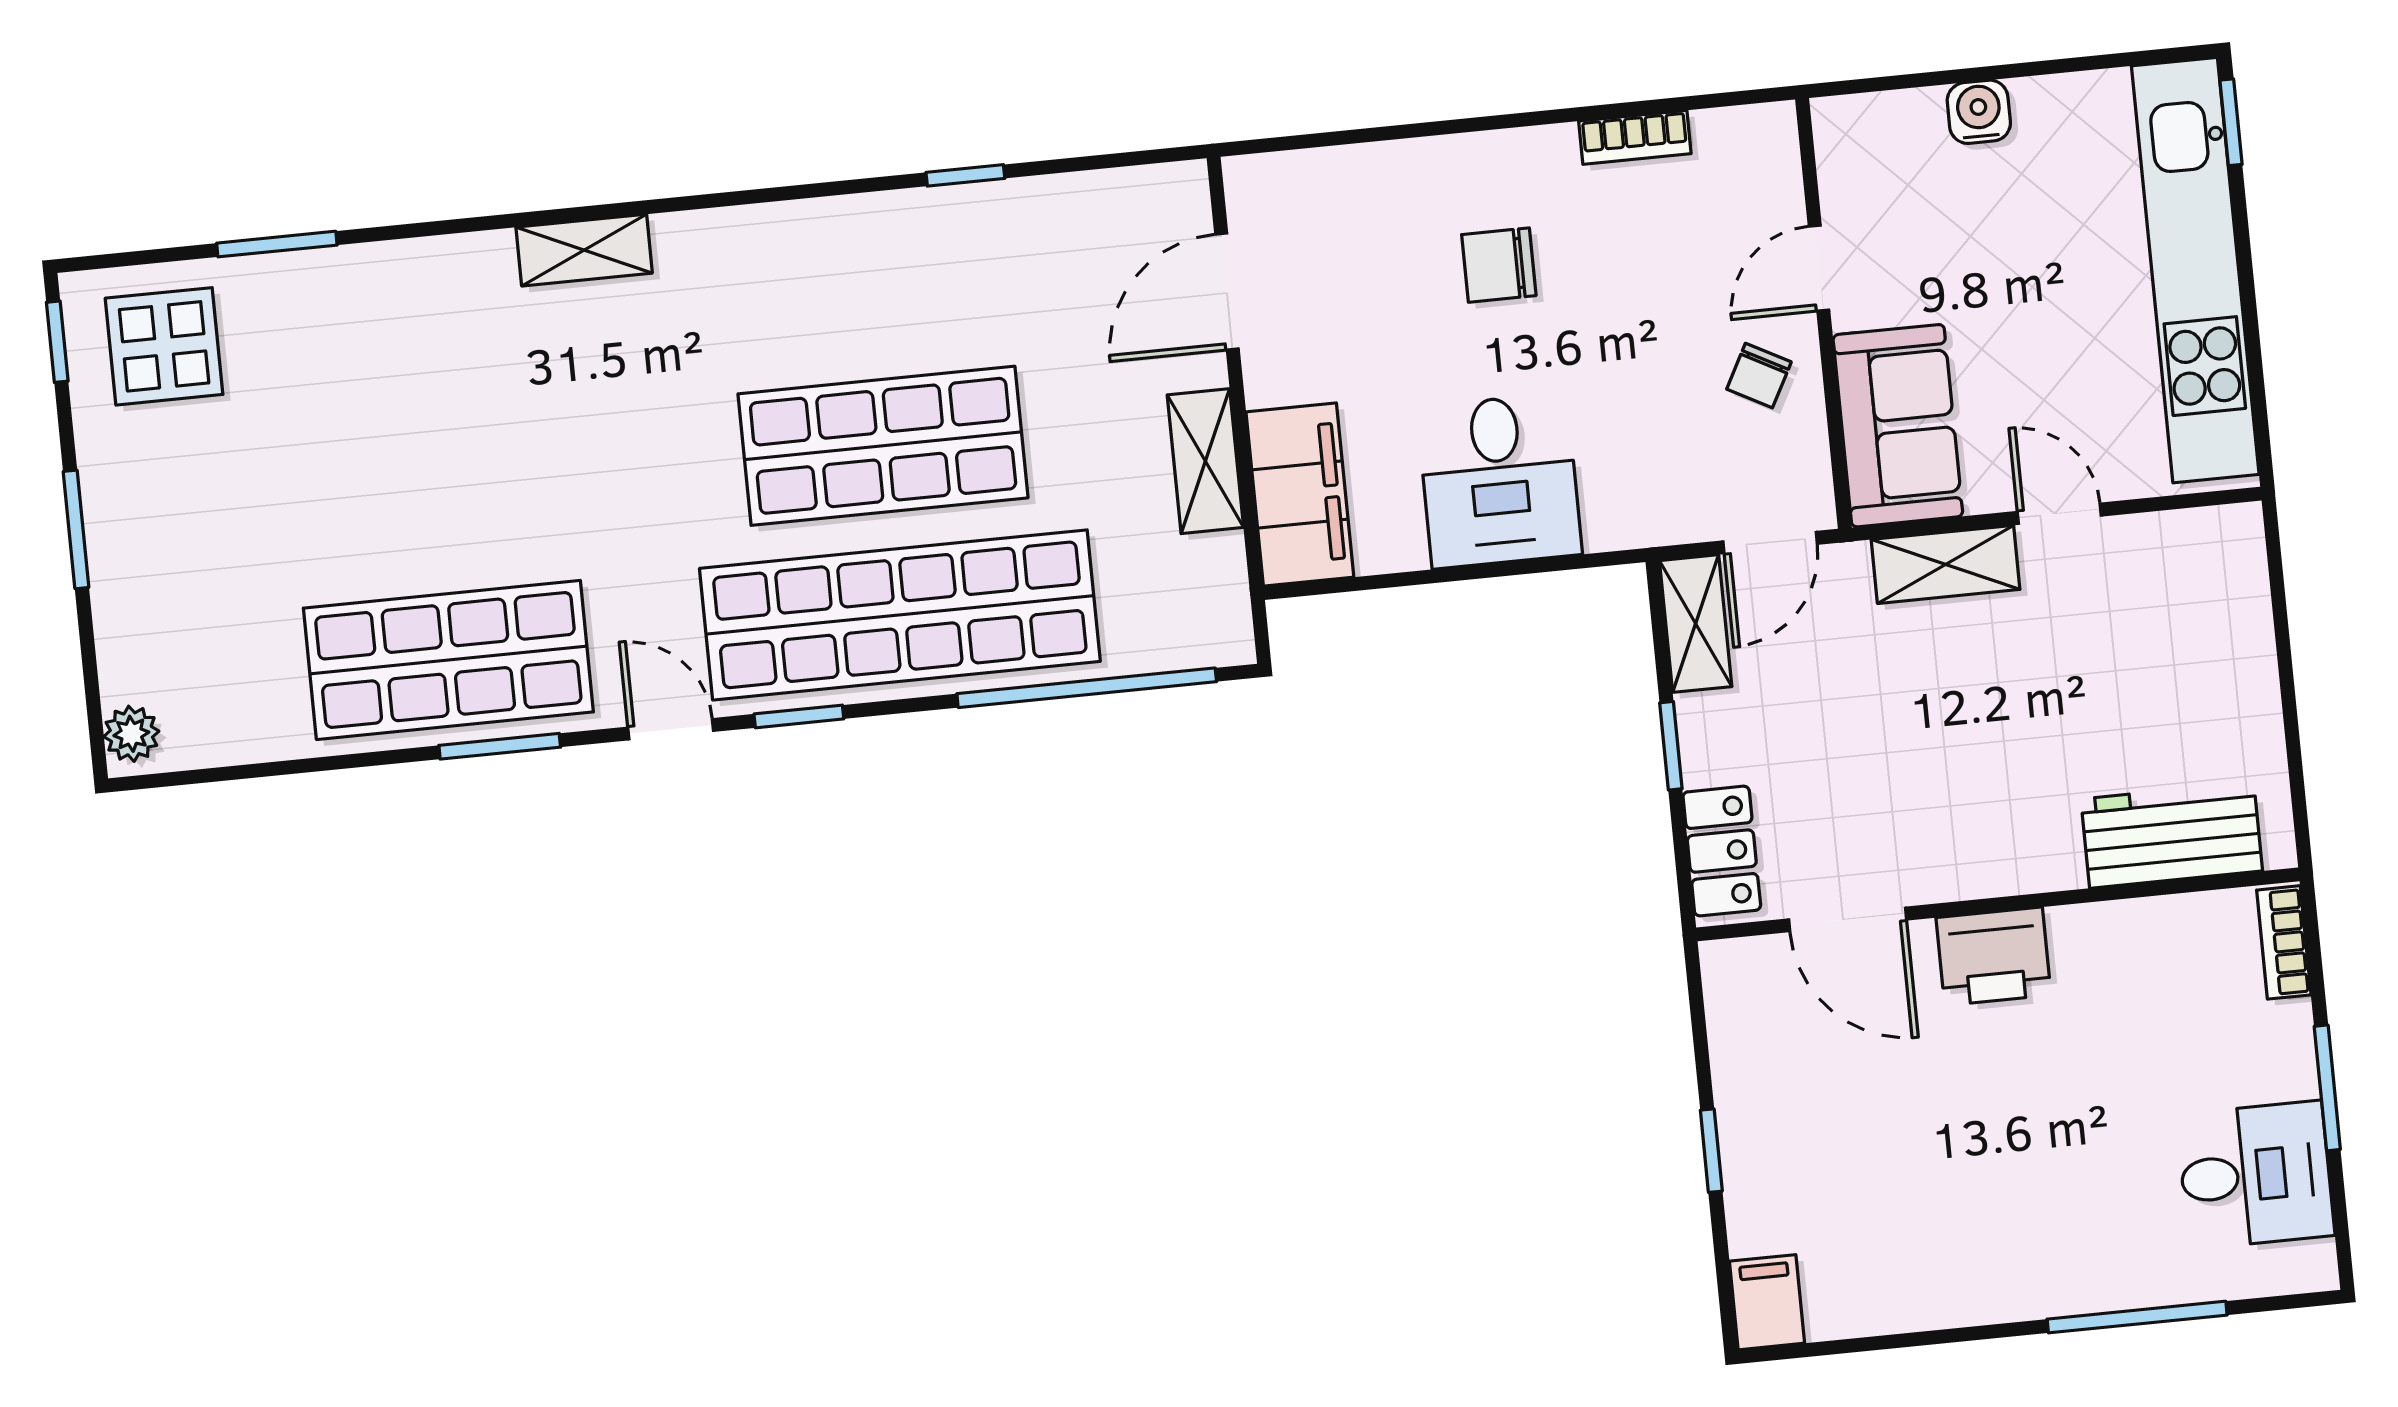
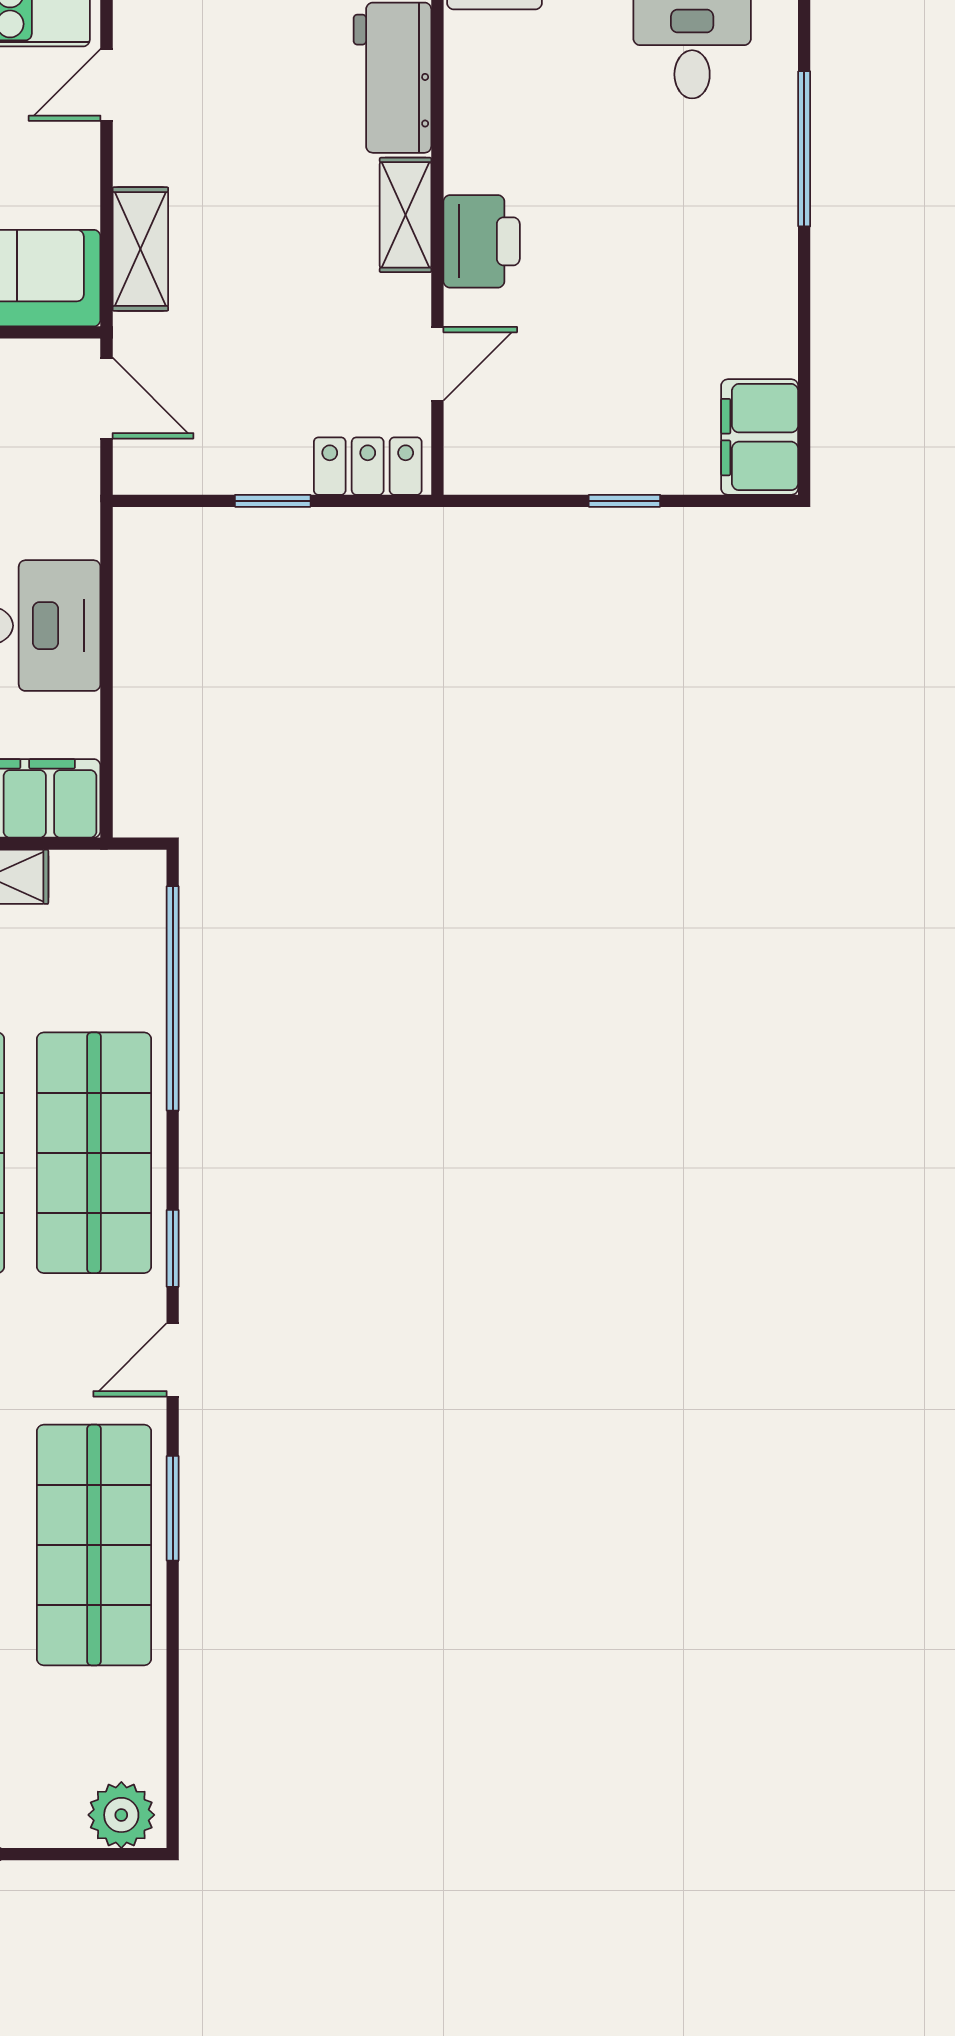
door: (2059, 514) -> (106, 85), moved
shop shelf: (900, 615) -> (94, 1153), width x0.71
shelving: (1696, 624) -> (406, 215), moved, turned 90
plant: (131, 734) -> (121, 1815), width x1.38, depth x1.38
door: (1848, 919) -> (437, 364), width x0.73
filing cabinet: (1767, 1302) -> (760, 437), width x2.00

